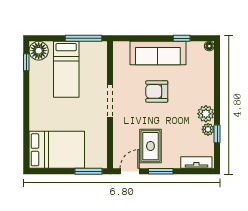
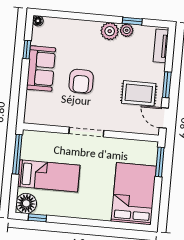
sofa: (158, 53) -> (41, 68), width x0.73

